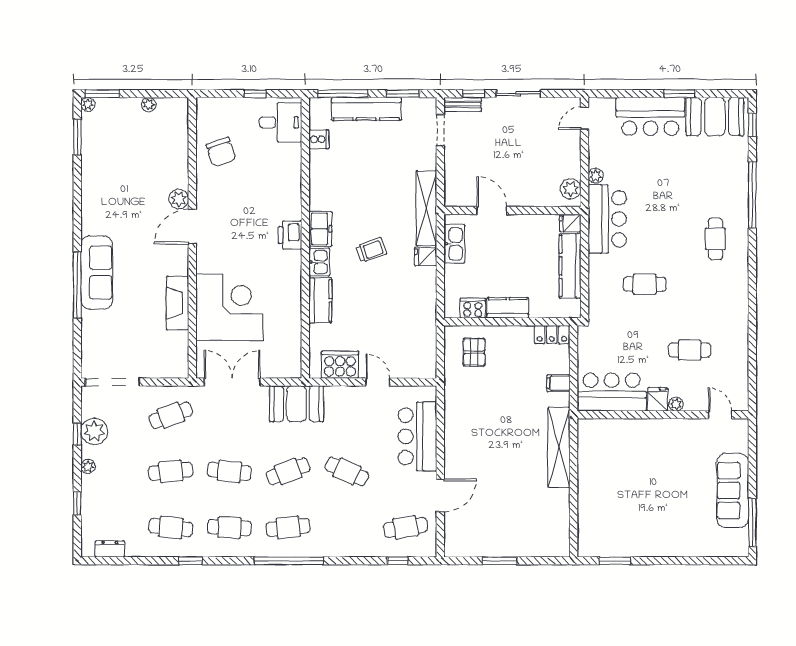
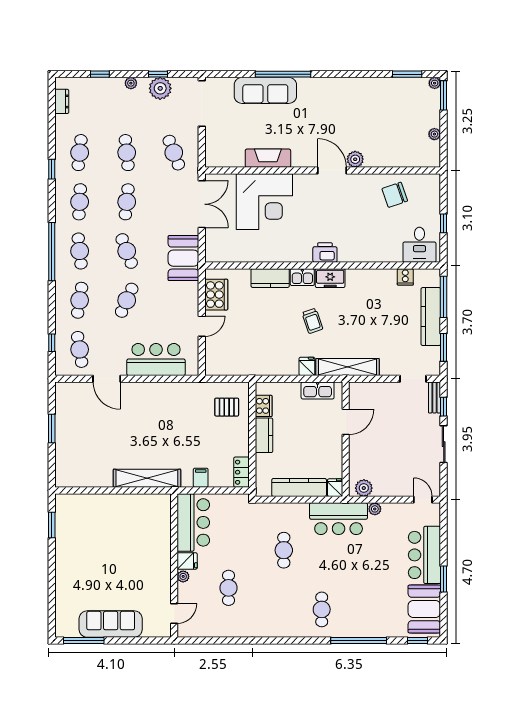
cafe table: (715, 239) -> (322, 609), turned 90
sofa: (97, 273) -> (265, 90), moved
cafe table: (347, 528) -> (80, 300), added

